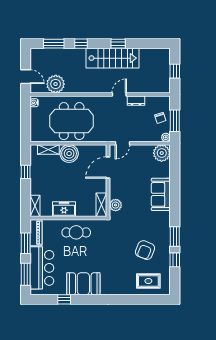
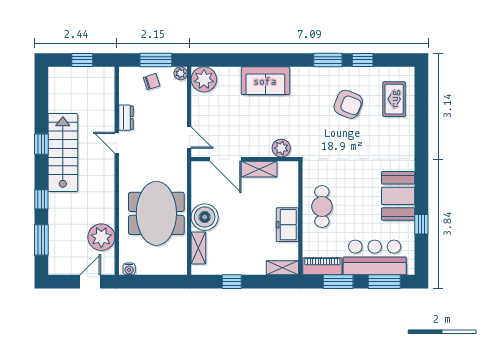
shelving: (101, 205) -> (259, 169), moved

